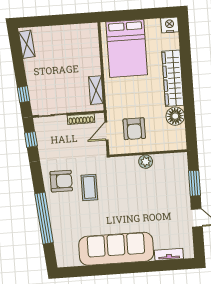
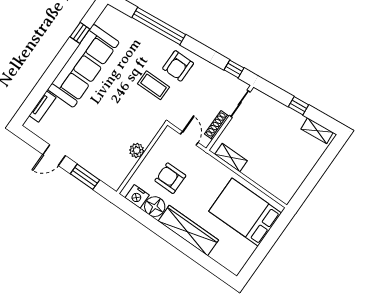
nightstand: (170, 25) -> (137, 196), moved, turned 90
window: (24, 94) -> (299, 106), moved
armchair: (134, 129) -> (170, 178), moved
window: (95, 270) -> (80, 33), added

